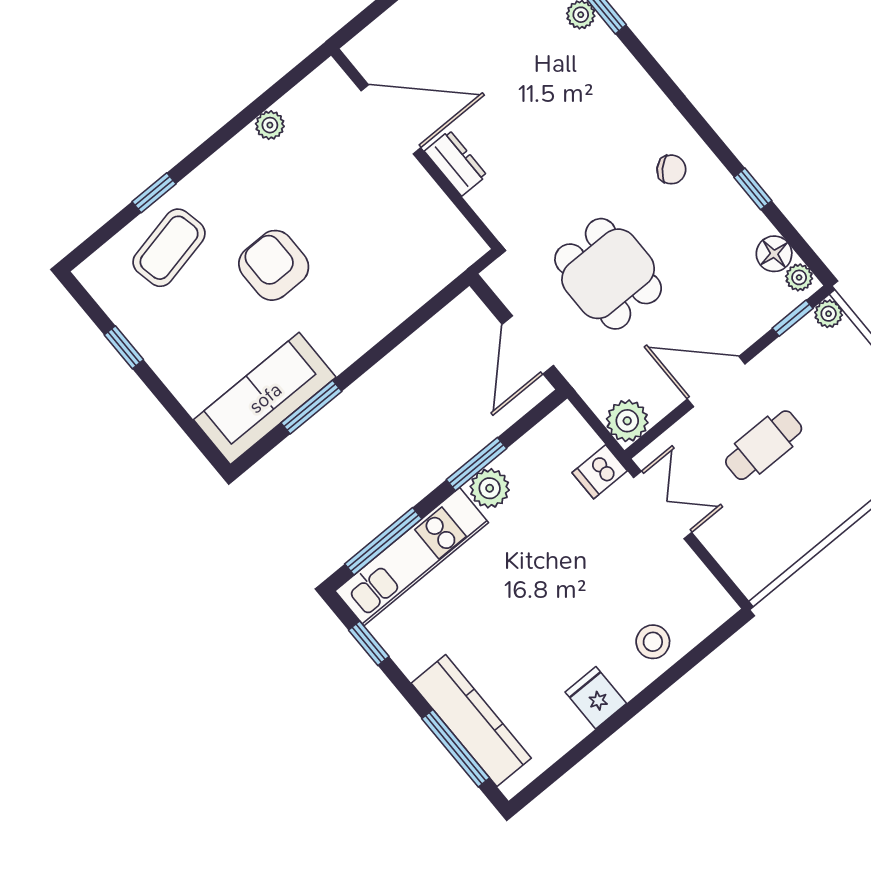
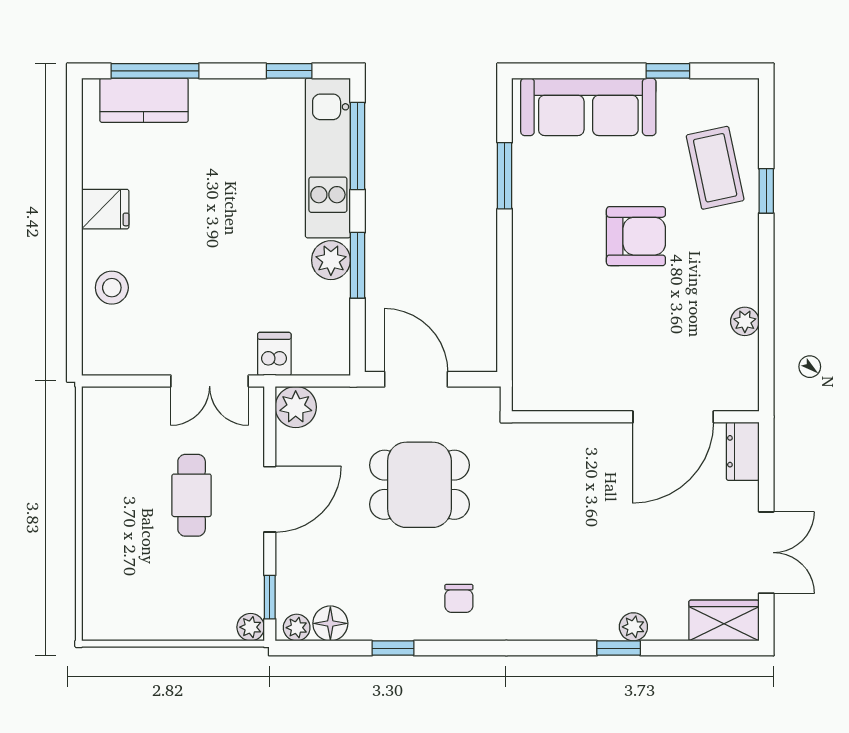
dresser: (456, 163) -> (743, 451), moved, turned 90
chair: (671, 169) -> (459, 598), turned -45
sofa: (265, 398) -> (588, 107), moved, turned 90
kitchen counter: (471, 721) -> (144, 100), width x0.67

